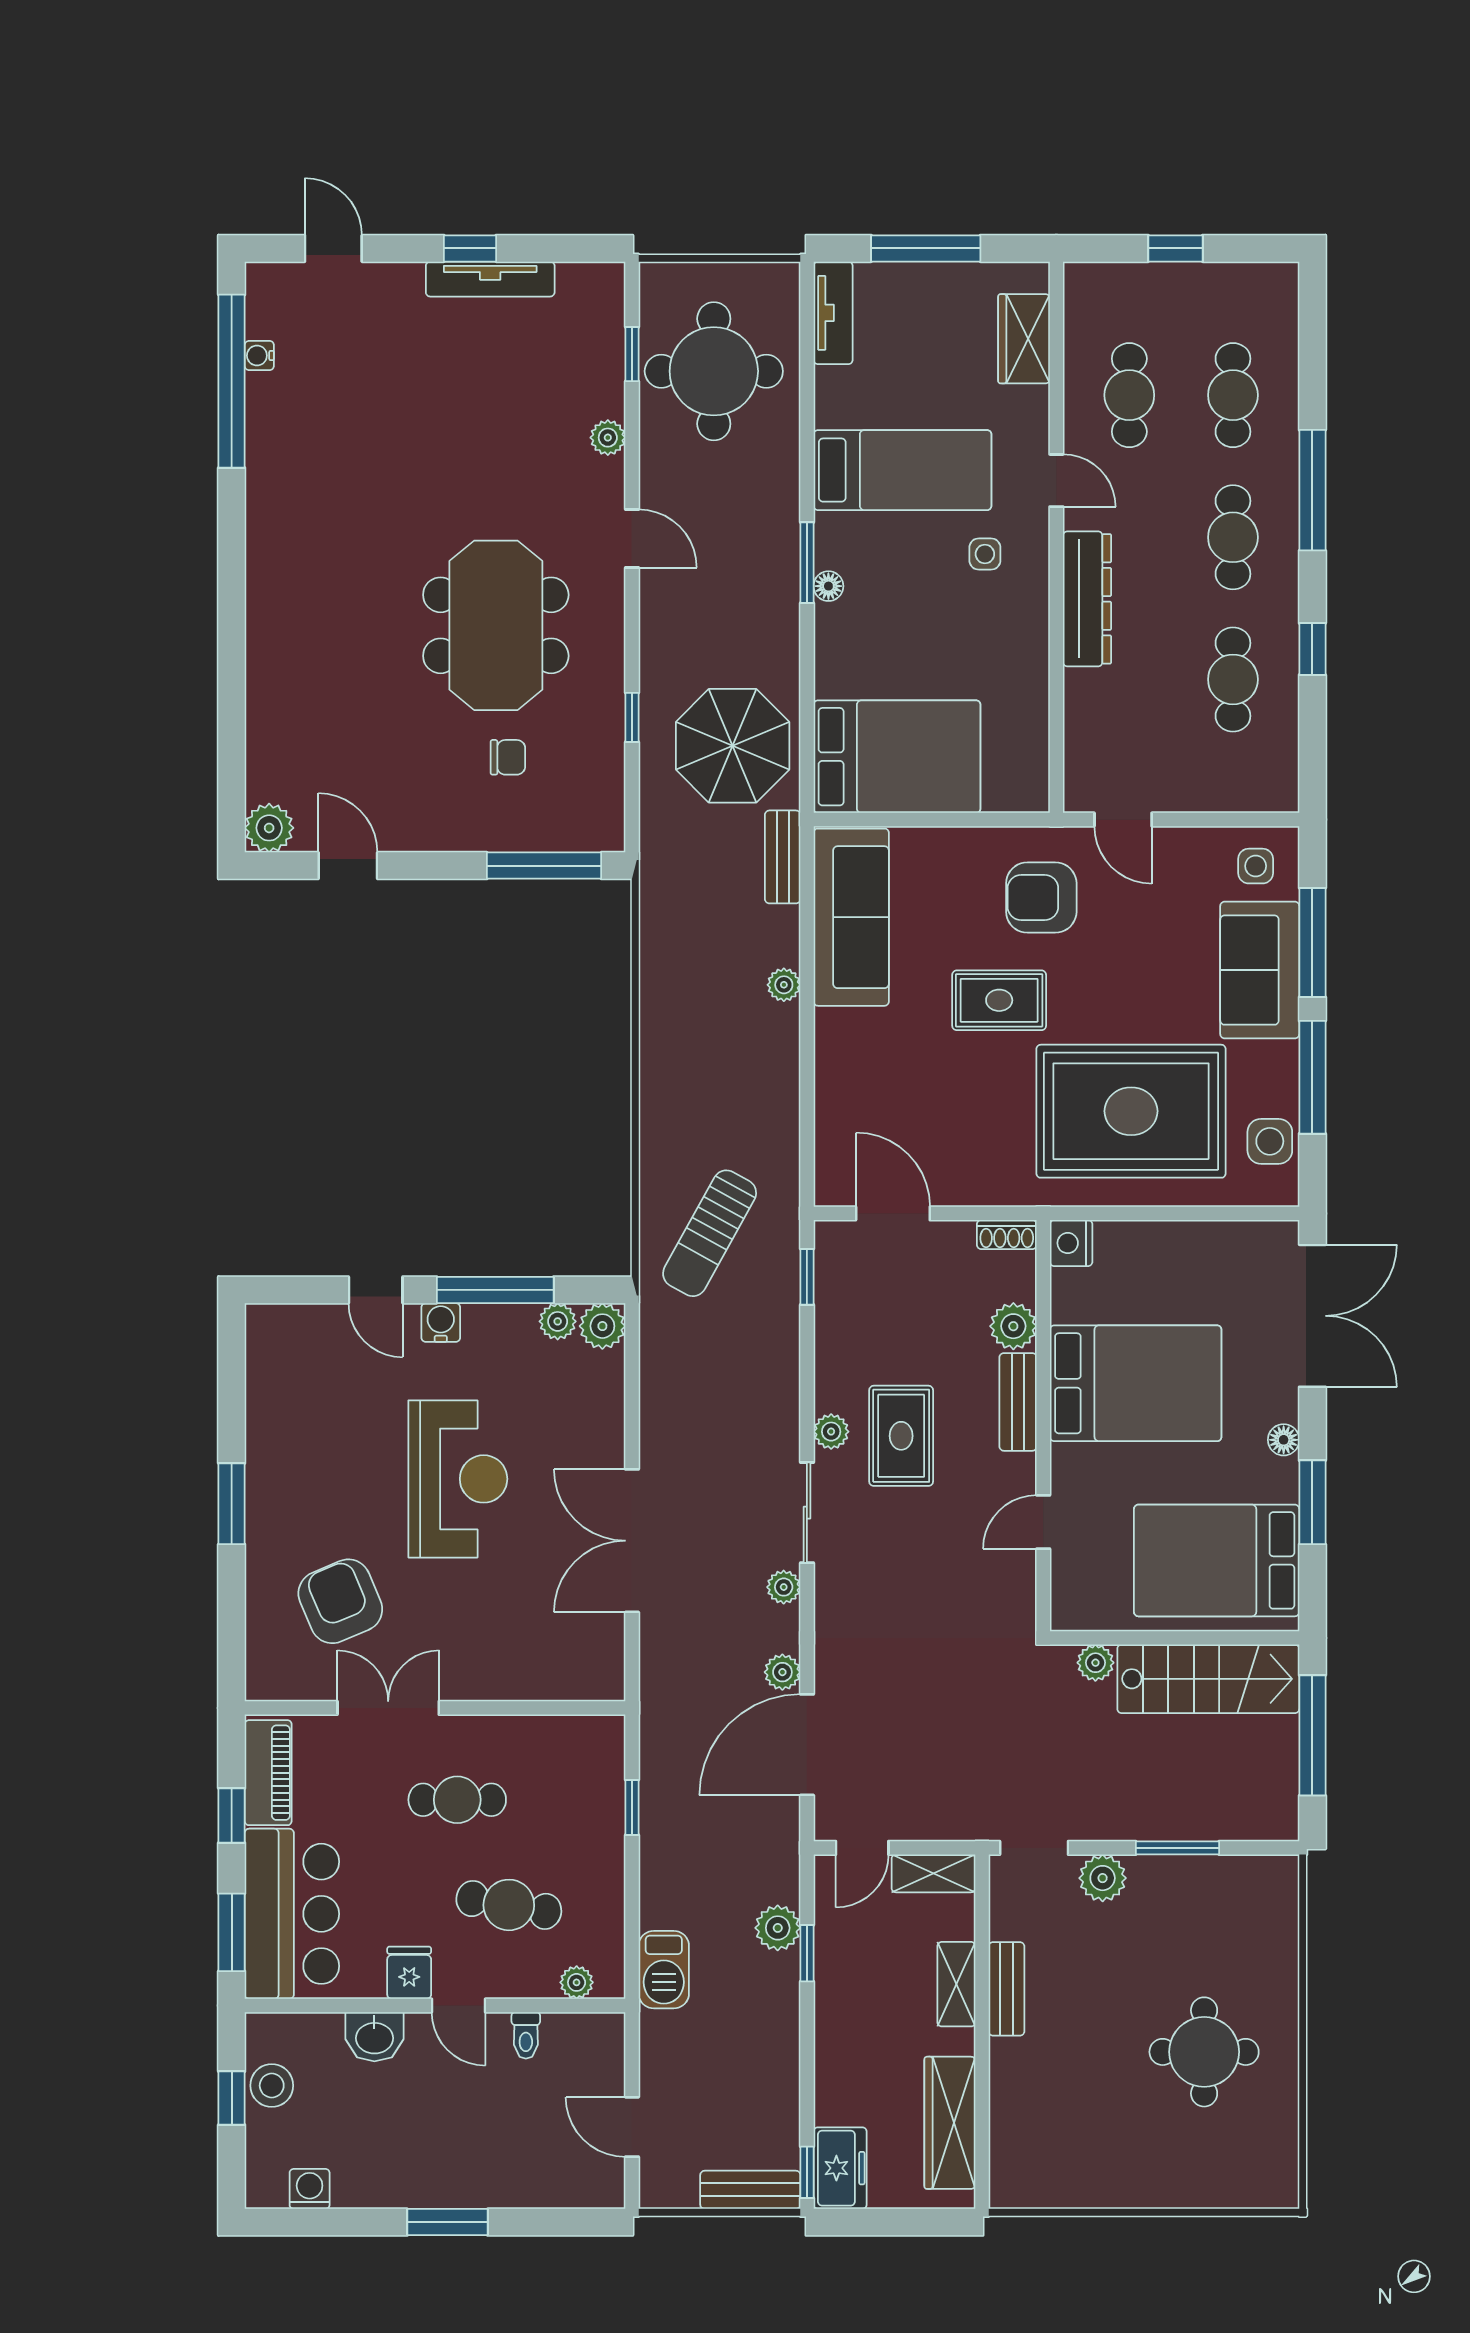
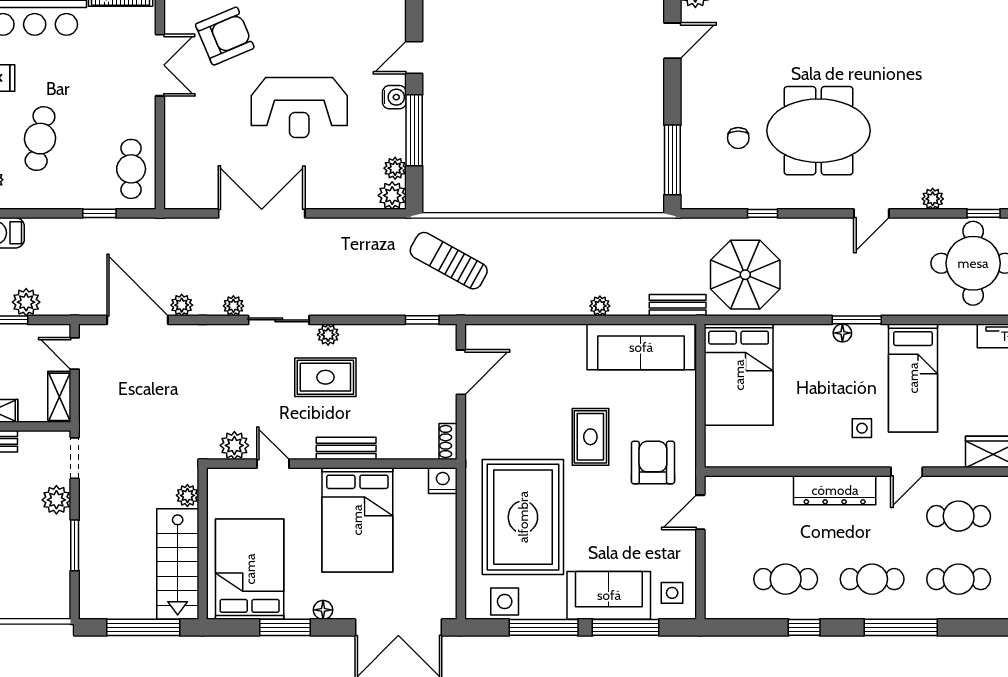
plant: (1013, 1326) -> (234, 445), moved
cafe table: (457, 1800) -> (131, 169), moved

